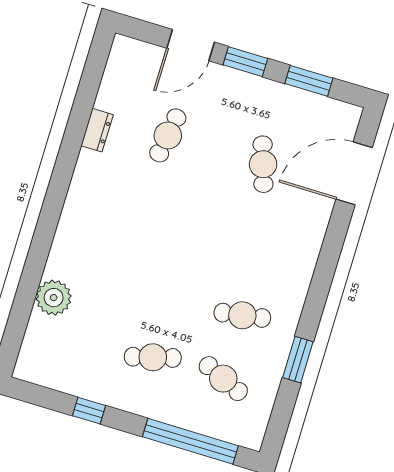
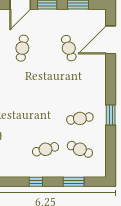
window: (298, 360) -> (111, 115), moved
window: (89, 411) -> (36, 182), moved
window: (190, 441) -> (74, 182), width x0.47

